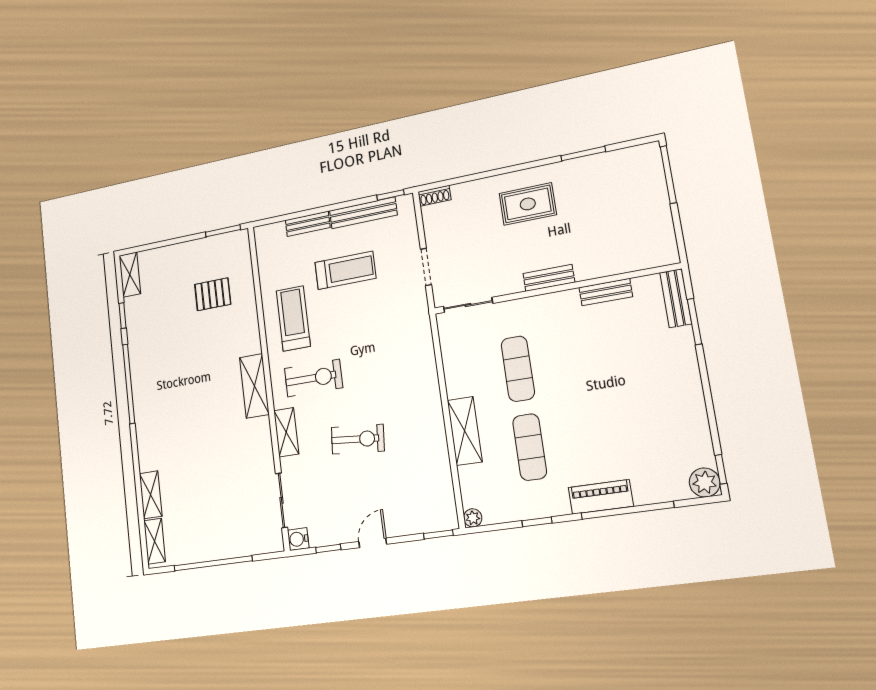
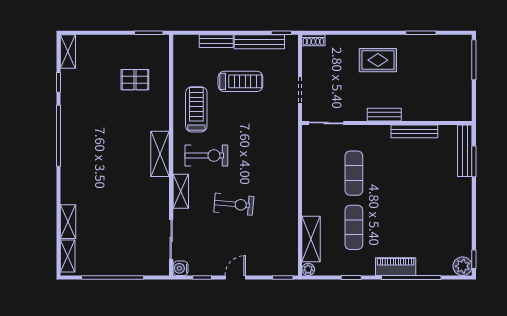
bench: (606, 292) -> (414, 131), width x1.36
bench: (676, 298) -> (465, 151), width x1.36
shelving: (465, 431) -> (311, 239), moved

